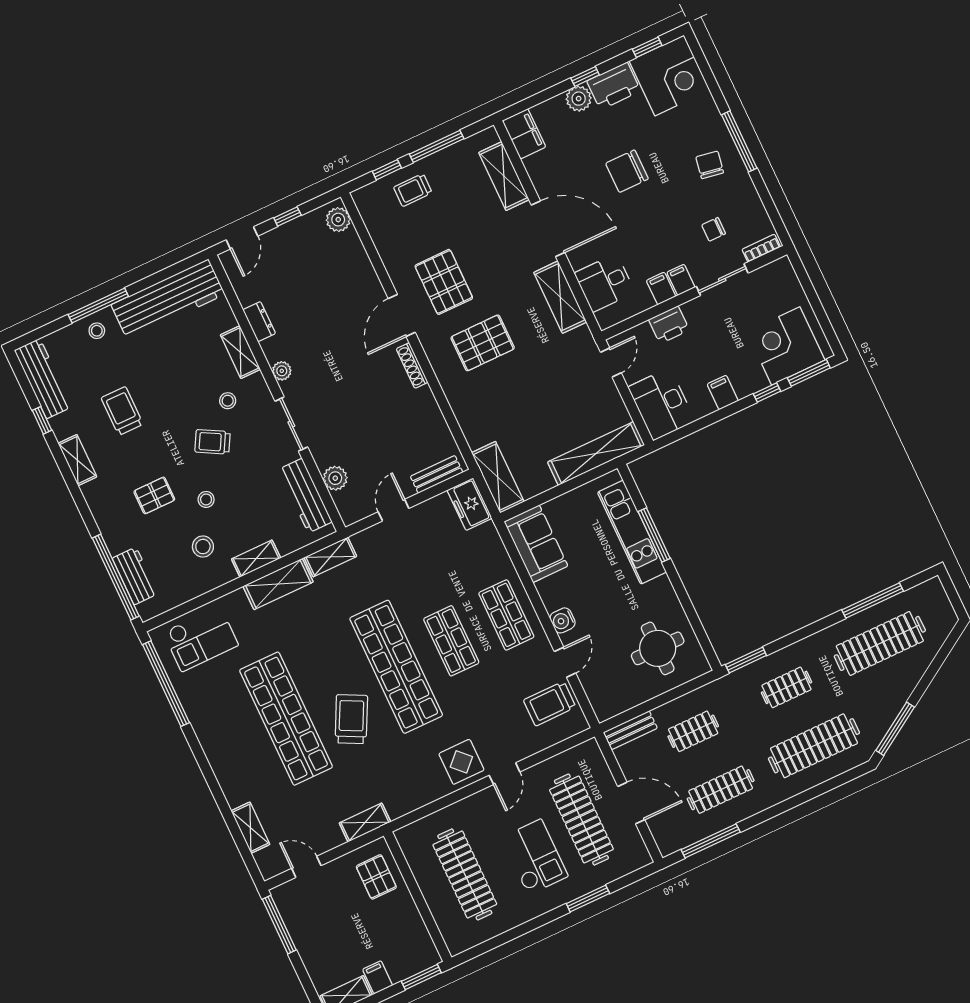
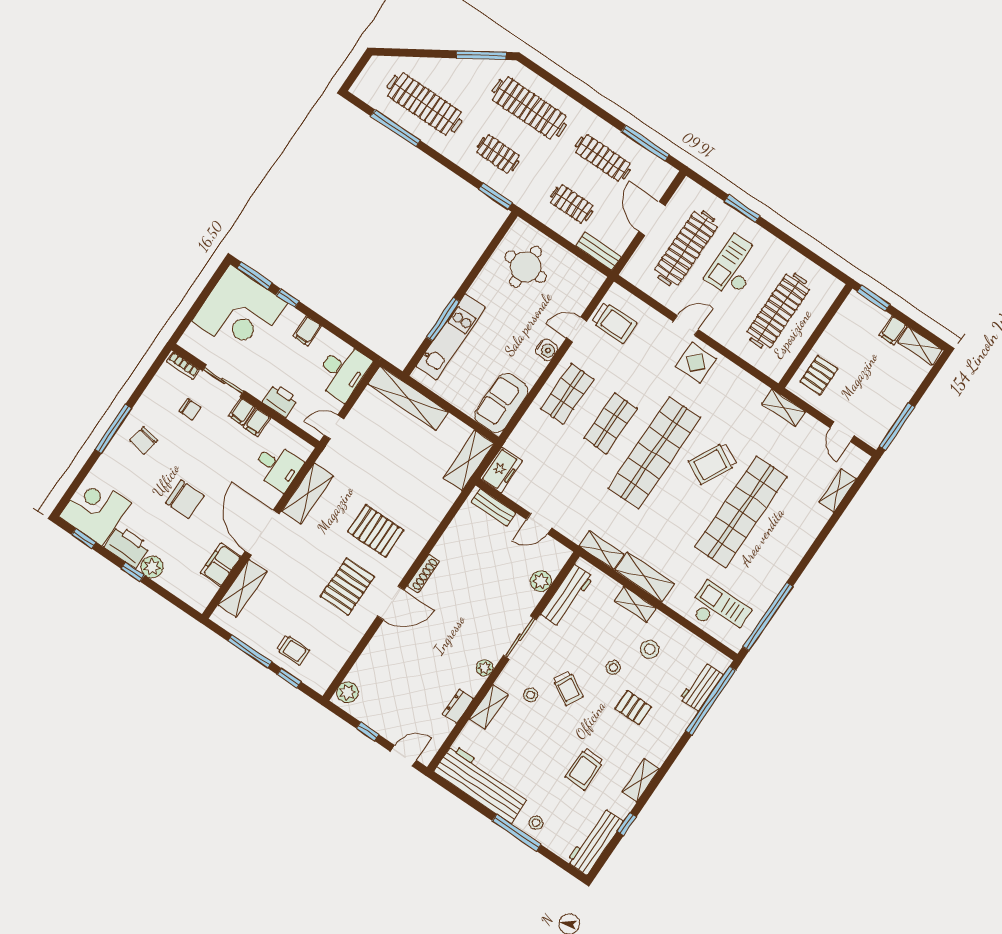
filing cabinet: (524, 134) -> (221, 565), moved
corner desk: (786, 346) -> (240, 312), width x1.36, depth x1.36

